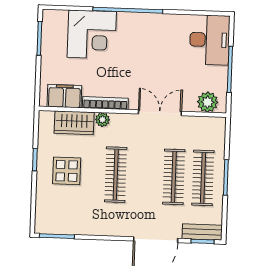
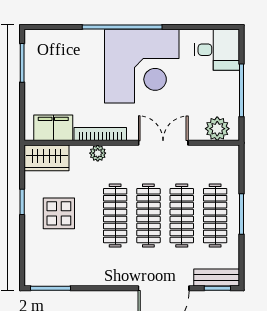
corner desk: (92, 34) -> (142, 66), moved, width x1.36, depth x1.36
desk: (210, 40) -> (217, 50), width x0.73
wardrobe: (74, 123) -> (47, 158), moved
clothes rail: (145, 176) -> (148, 216), added

